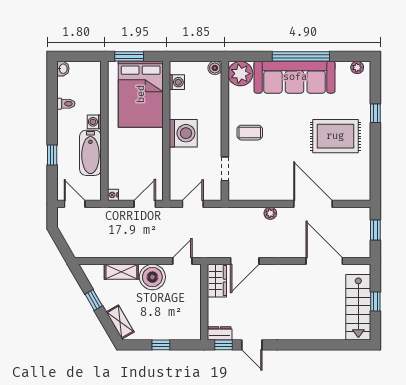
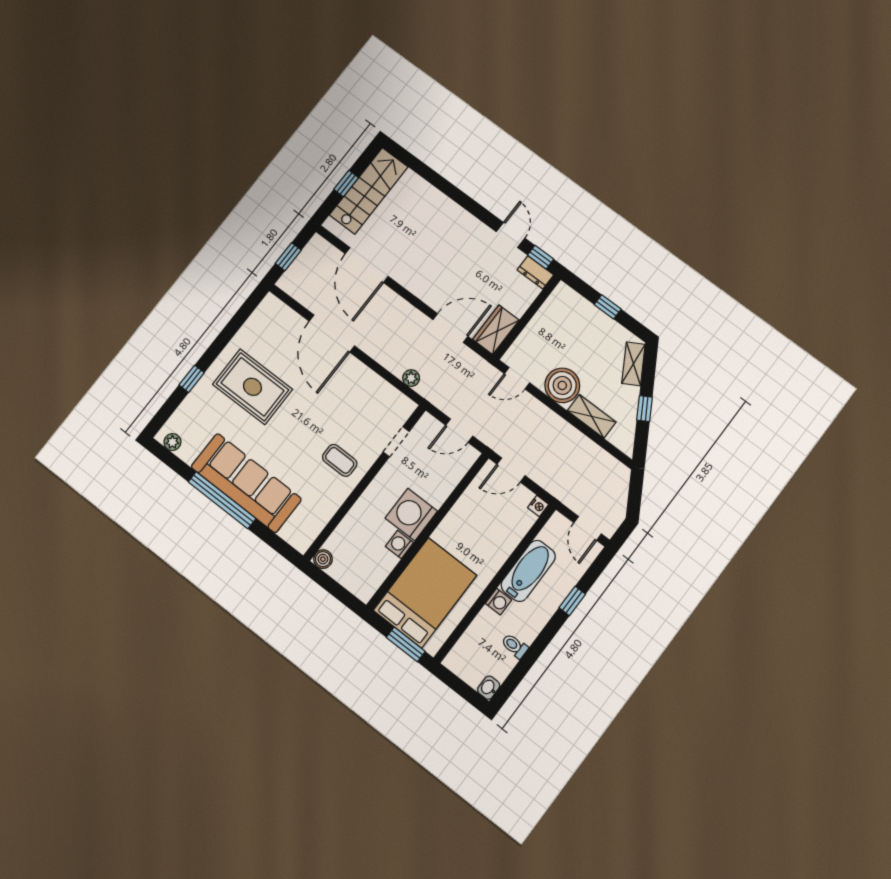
plant: (240, 74) -> (300, 532), removed
washing machine: (177, 82) -> (399, 544), moved
plant: (270, 213) -> (411, 378), moved

